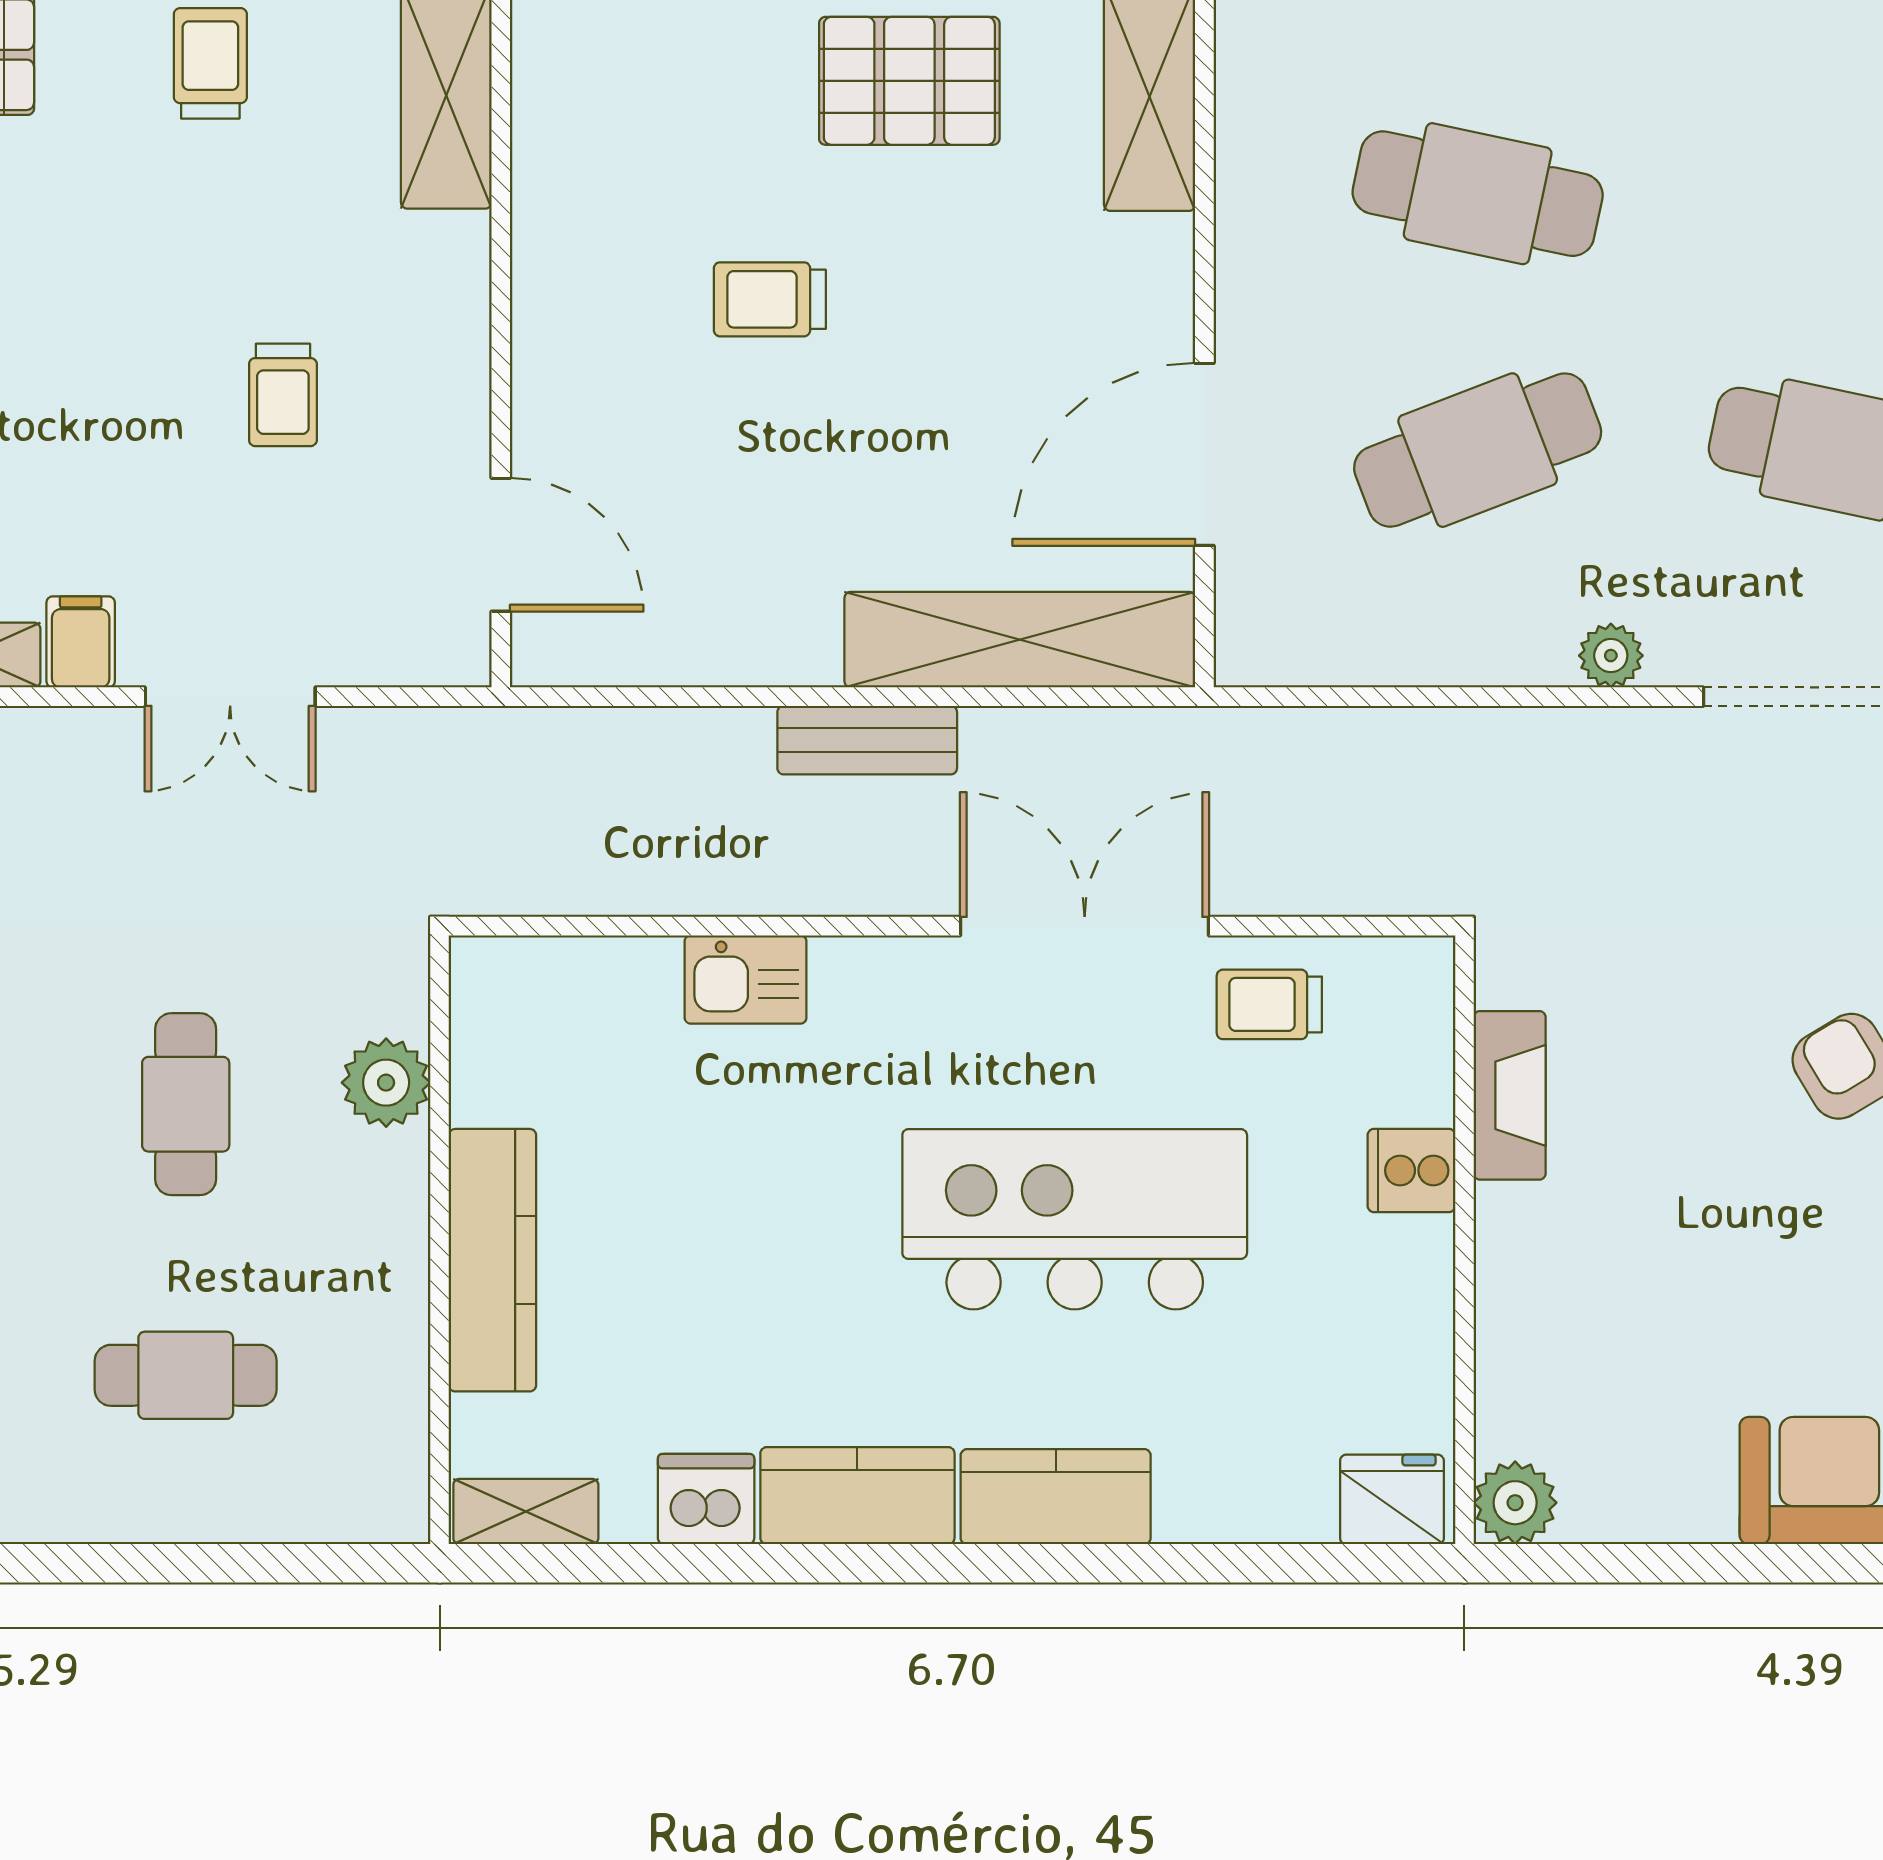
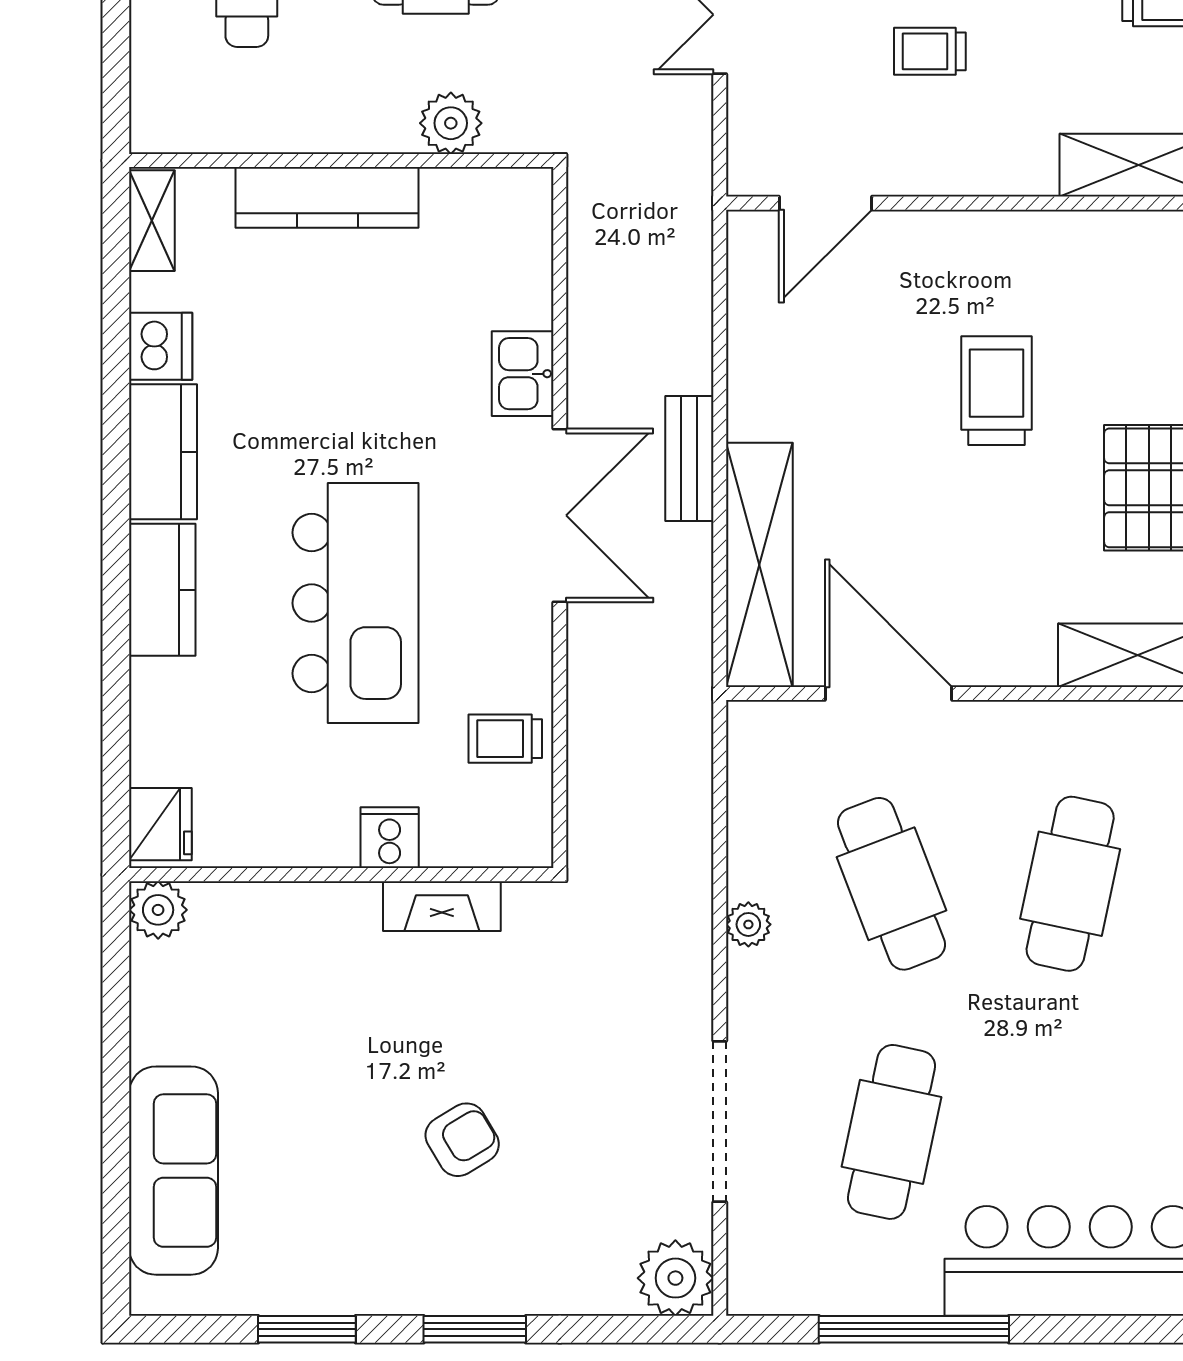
trolley: (770, 299) -> (997, 391), width x1.36, depth x1.39
plant: (1611, 656) -> (748, 924), moved
double door: (1085, 926) -> (560, 515), moved
trolley: (1269, 1004) -> (505, 739), turned -90

